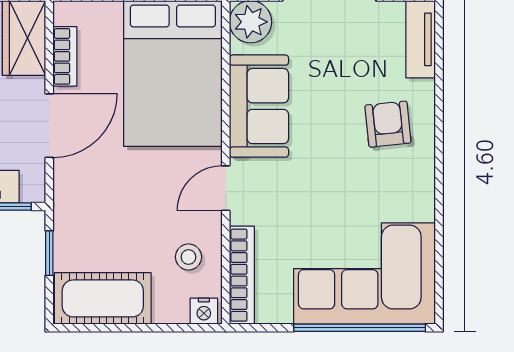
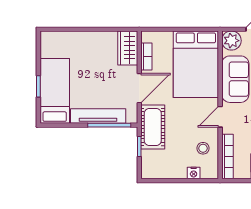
cot: (103, 298) -> (153, 127), moved, turned 90
nightstand: (204, 311) -> (194, 173), moved

